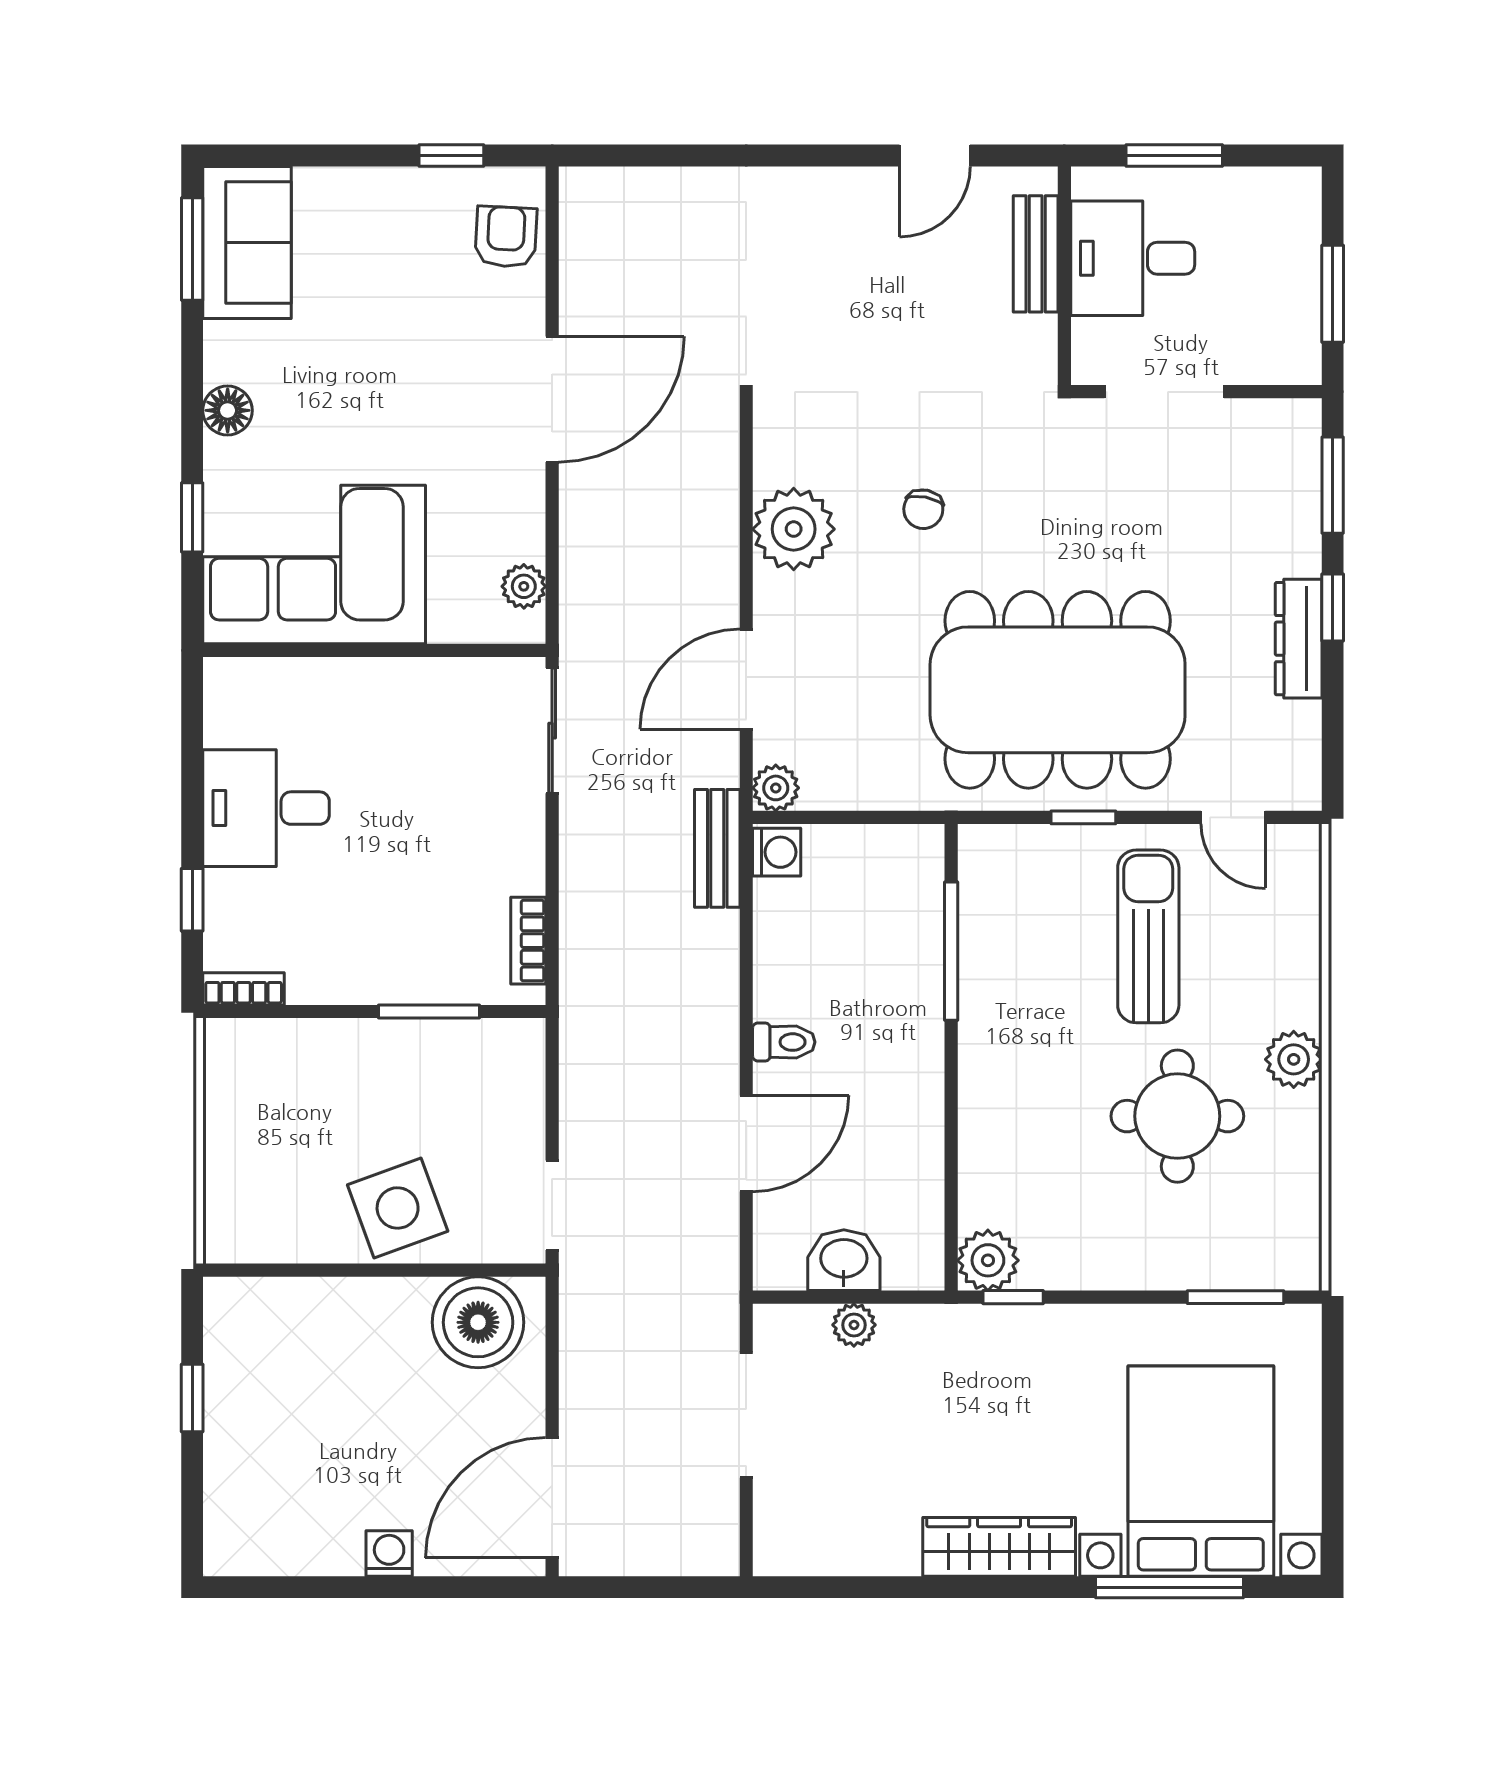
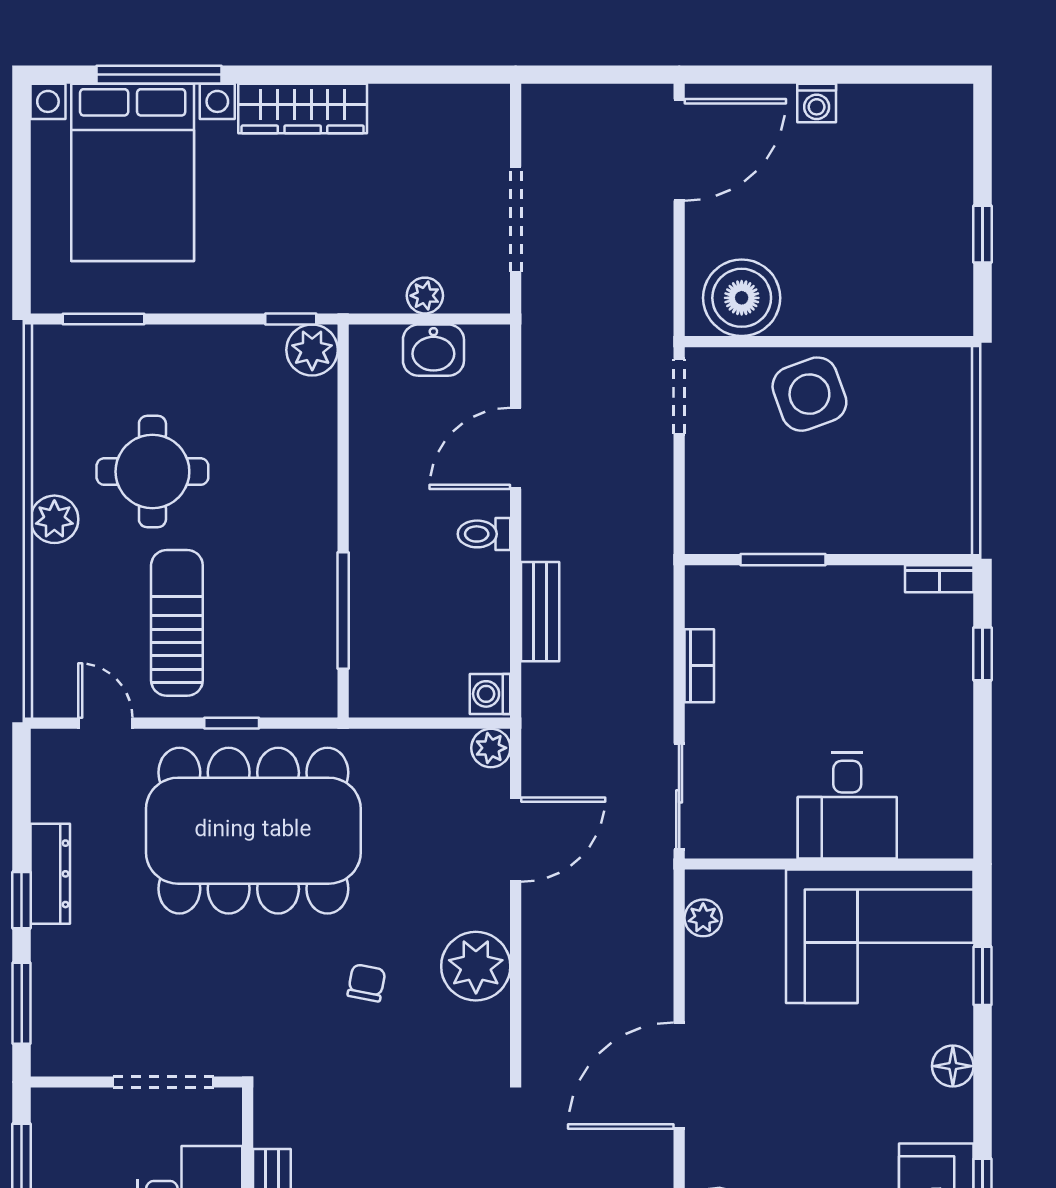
desk: (266, 808) -> (847, 805), moved, turned 90
bench: (717, 848) -> (540, 612), moved
sun lounger: (1148, 936) -> (177, 623), turned 180
bookcase: (528, 941) -> (699, 666), moved

